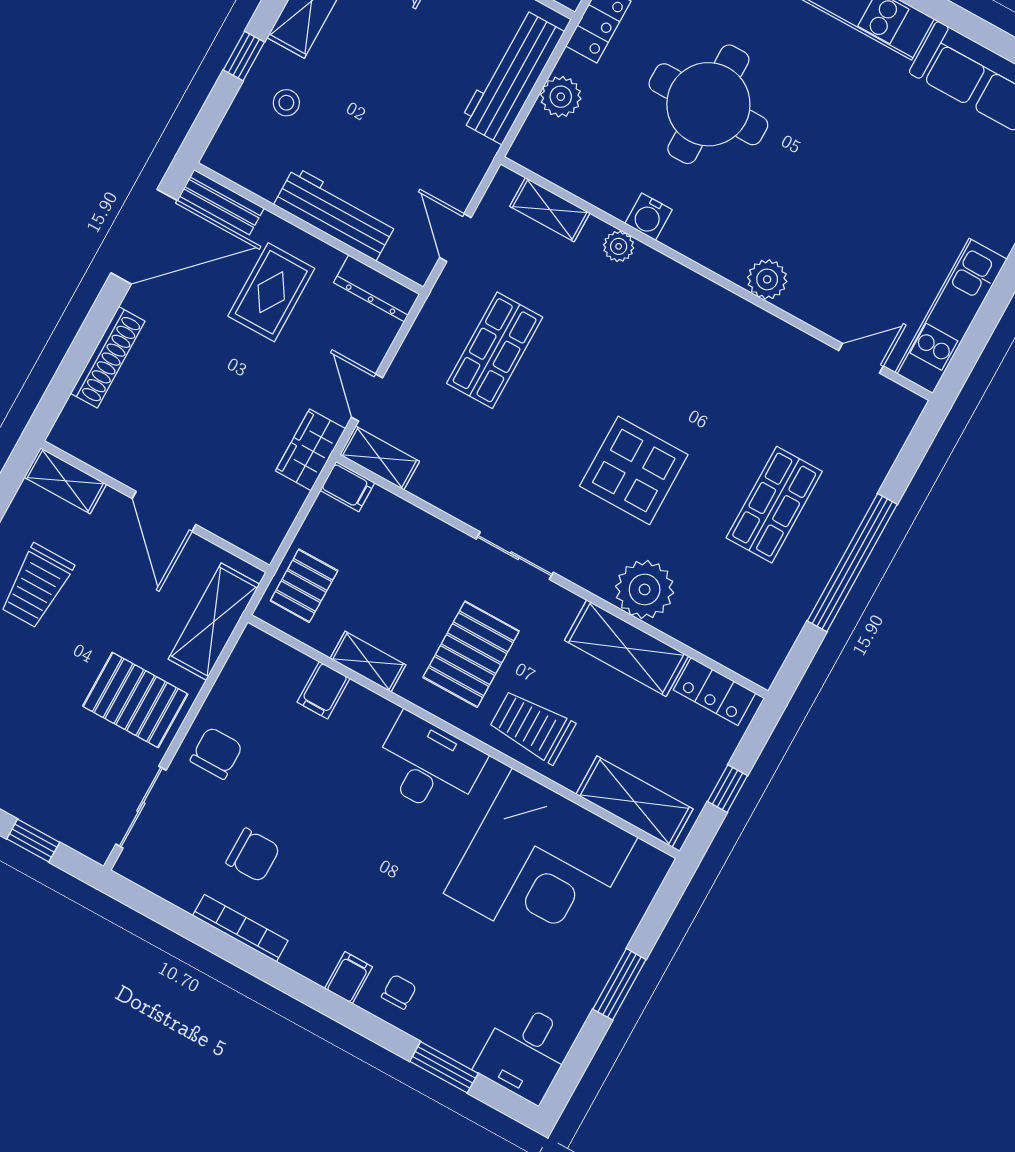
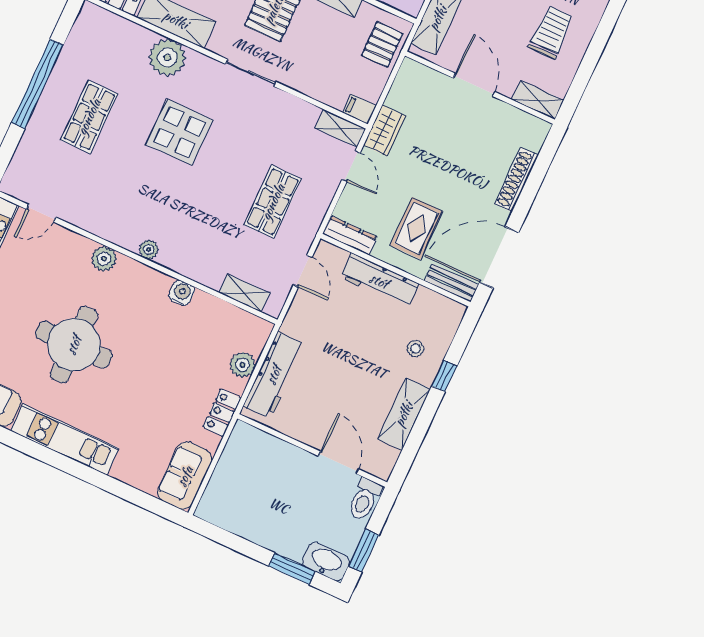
round table: (708, 104) -> (74, 345), moved
plant: (619, 246) -> (149, 250), moved

